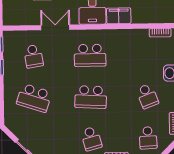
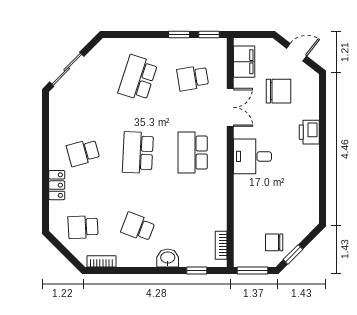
filing cabinet: (119, 16) -> (244, 62), moved
school desk: (147, 96) -> (138, 227), turned 42

